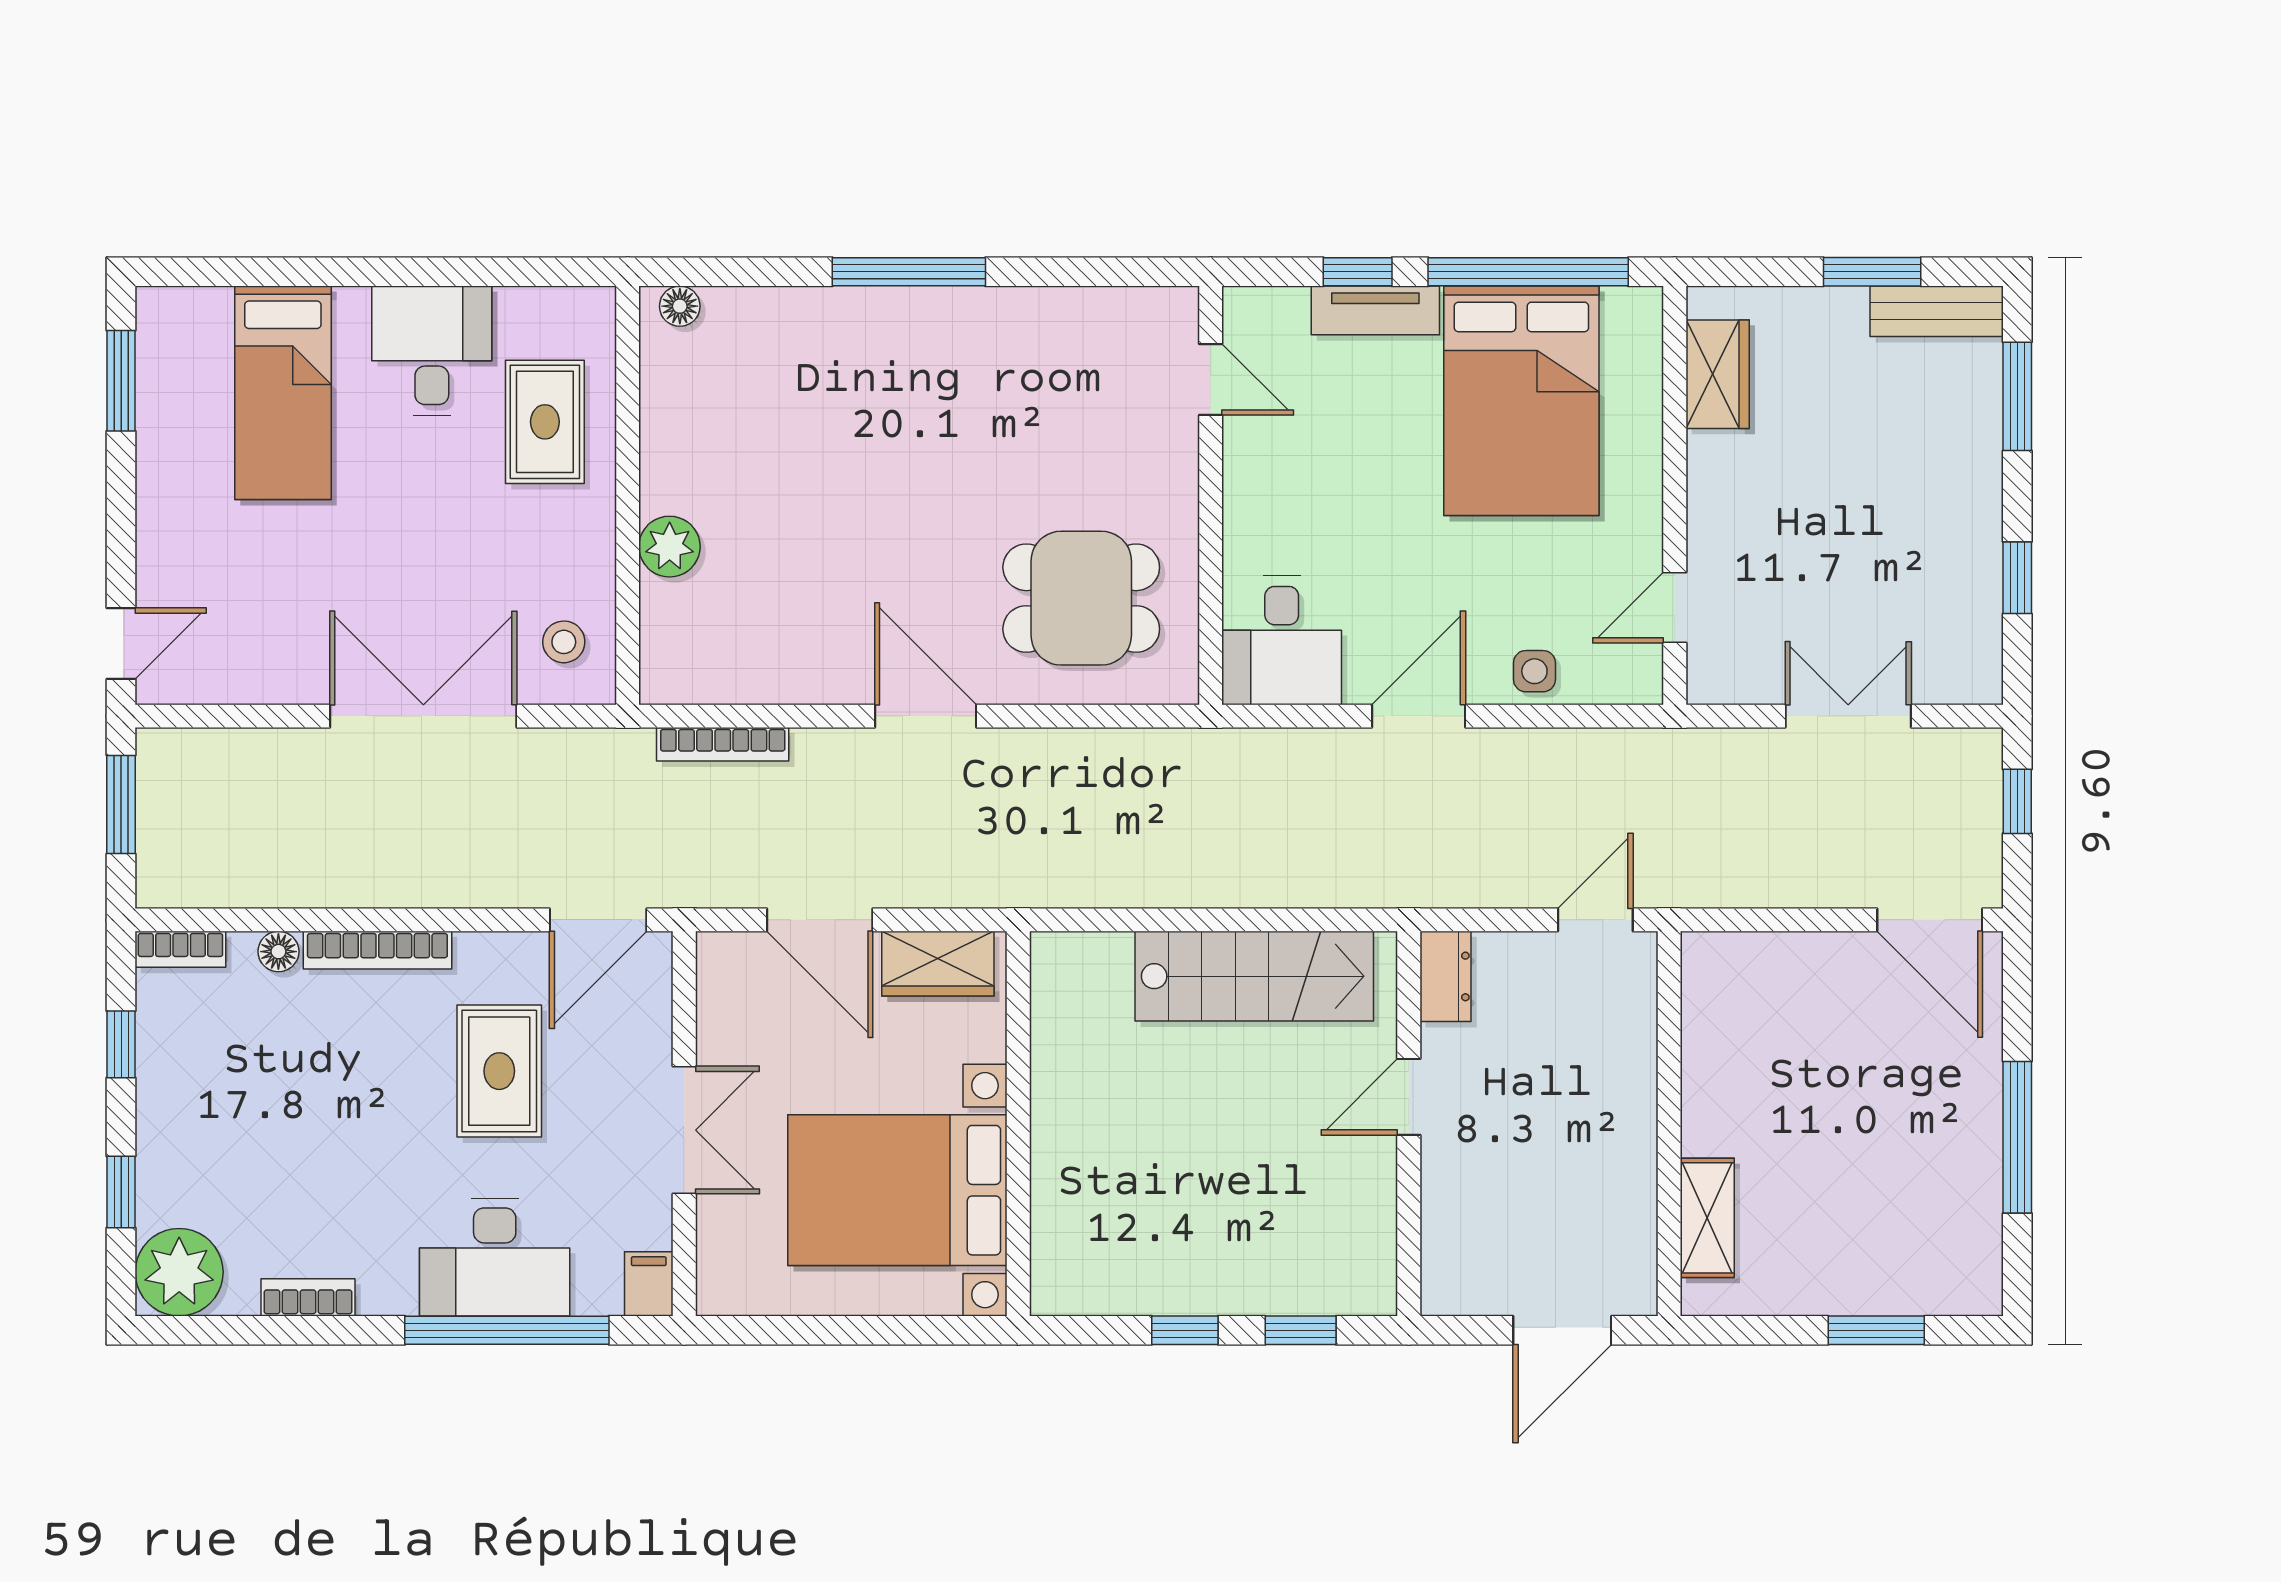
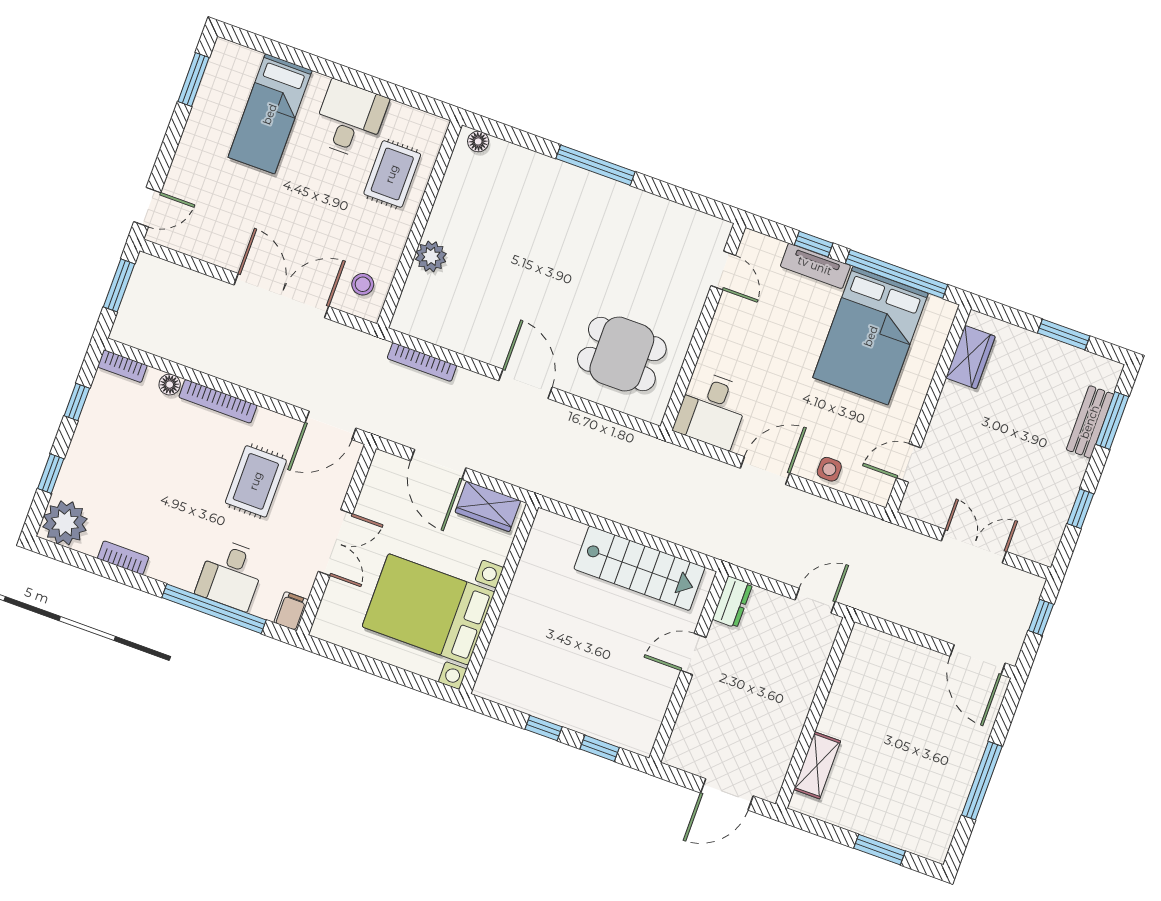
bench: (1937, 311) -> (1090, 422), moved, turned 90
desk: (495, 1257) -> (231, 575), width x0.73

